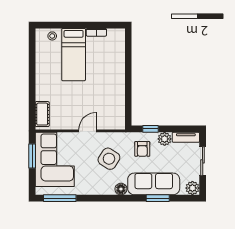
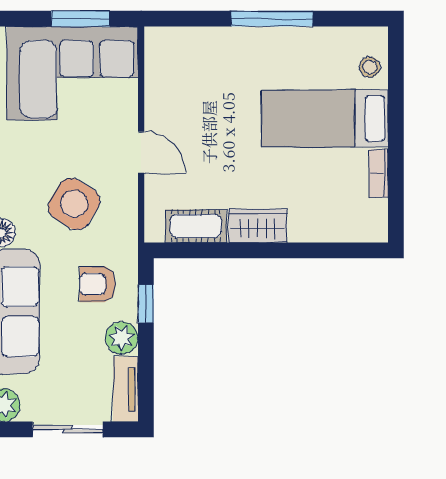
window: (32, 77) -> (272, 19), added
wardrobe: (118, 82) -> (258, 226), added
cot: (42, 114) -> (196, 226), moved

